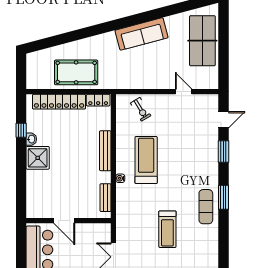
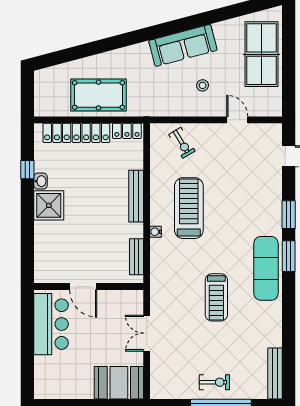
stool: (157, 65) -> (203, 85), added
window: (223, 152) -> (289, 215), moved
exercise mat: (206, 207) -> (266, 268), width x1.36, depth x1.45

